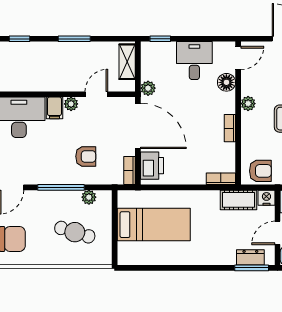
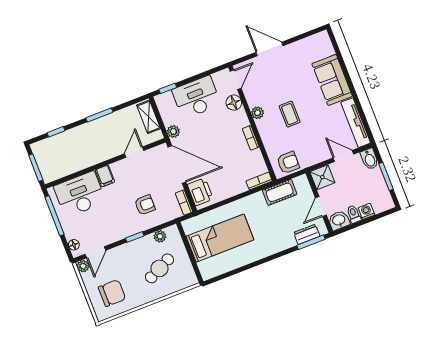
desk: (194, 61) -> (196, 97), width x1.37
plant: (71, 104) -> (117, 168), removed
window: (61, 187) -> (135, 237), width x0.46
nightstand: (266, 198) -> (301, 182), removed
cafe table: (75, 232) -> (159, 268), turned -43

